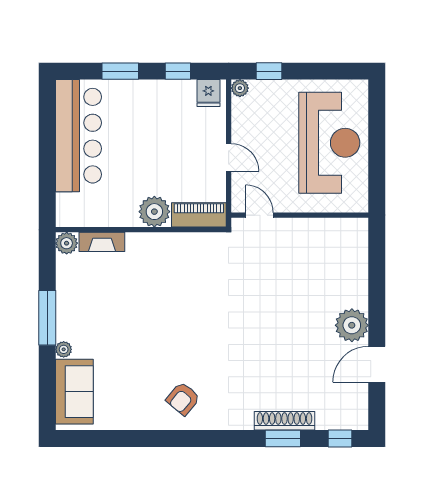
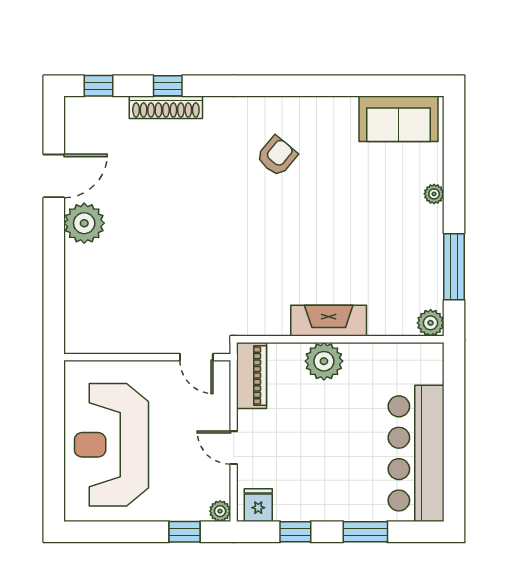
door: (229, 157) -> (234, 448), moved
piano: (199, 215) -> (251, 375), moved, turned -90
fireplace: (102, 242) -> (329, 321), moved, width x1.37, depth x1.32
window: (47, 318) -> (454, 267), moved
sofa: (74, 392) -> (398, 119), moved, turned -90
armchair: (183, 399) -> (277, 156), moved
window: (283, 438) -> (168, 86), width x0.67

